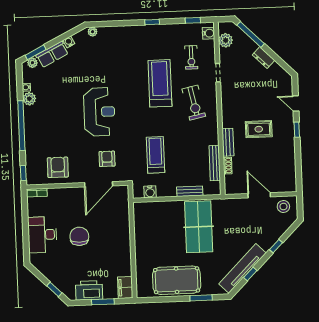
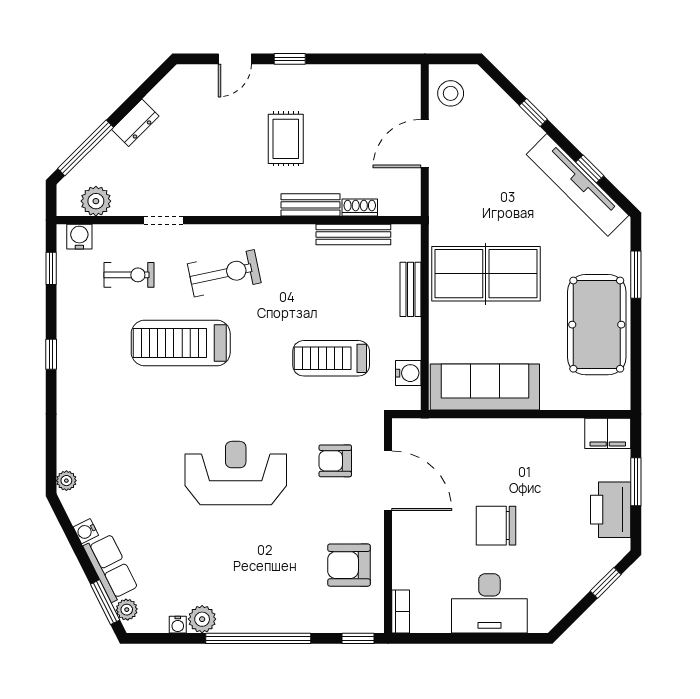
sofa: (145, 228) -> (485, 387), added

